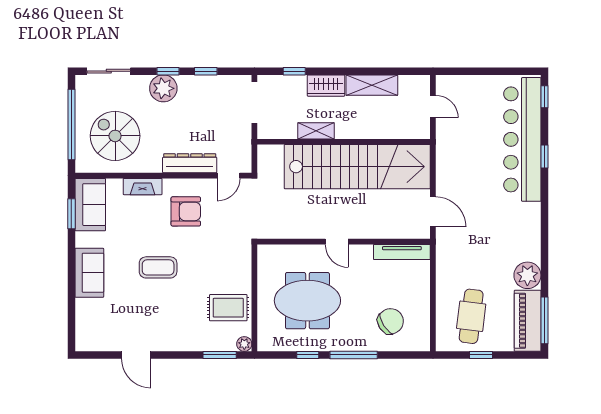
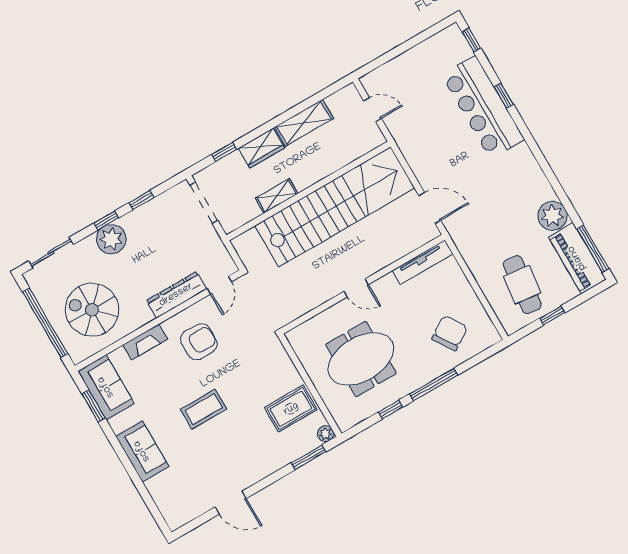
bar counter: (522, 139) -> (483, 107), width x0.73

